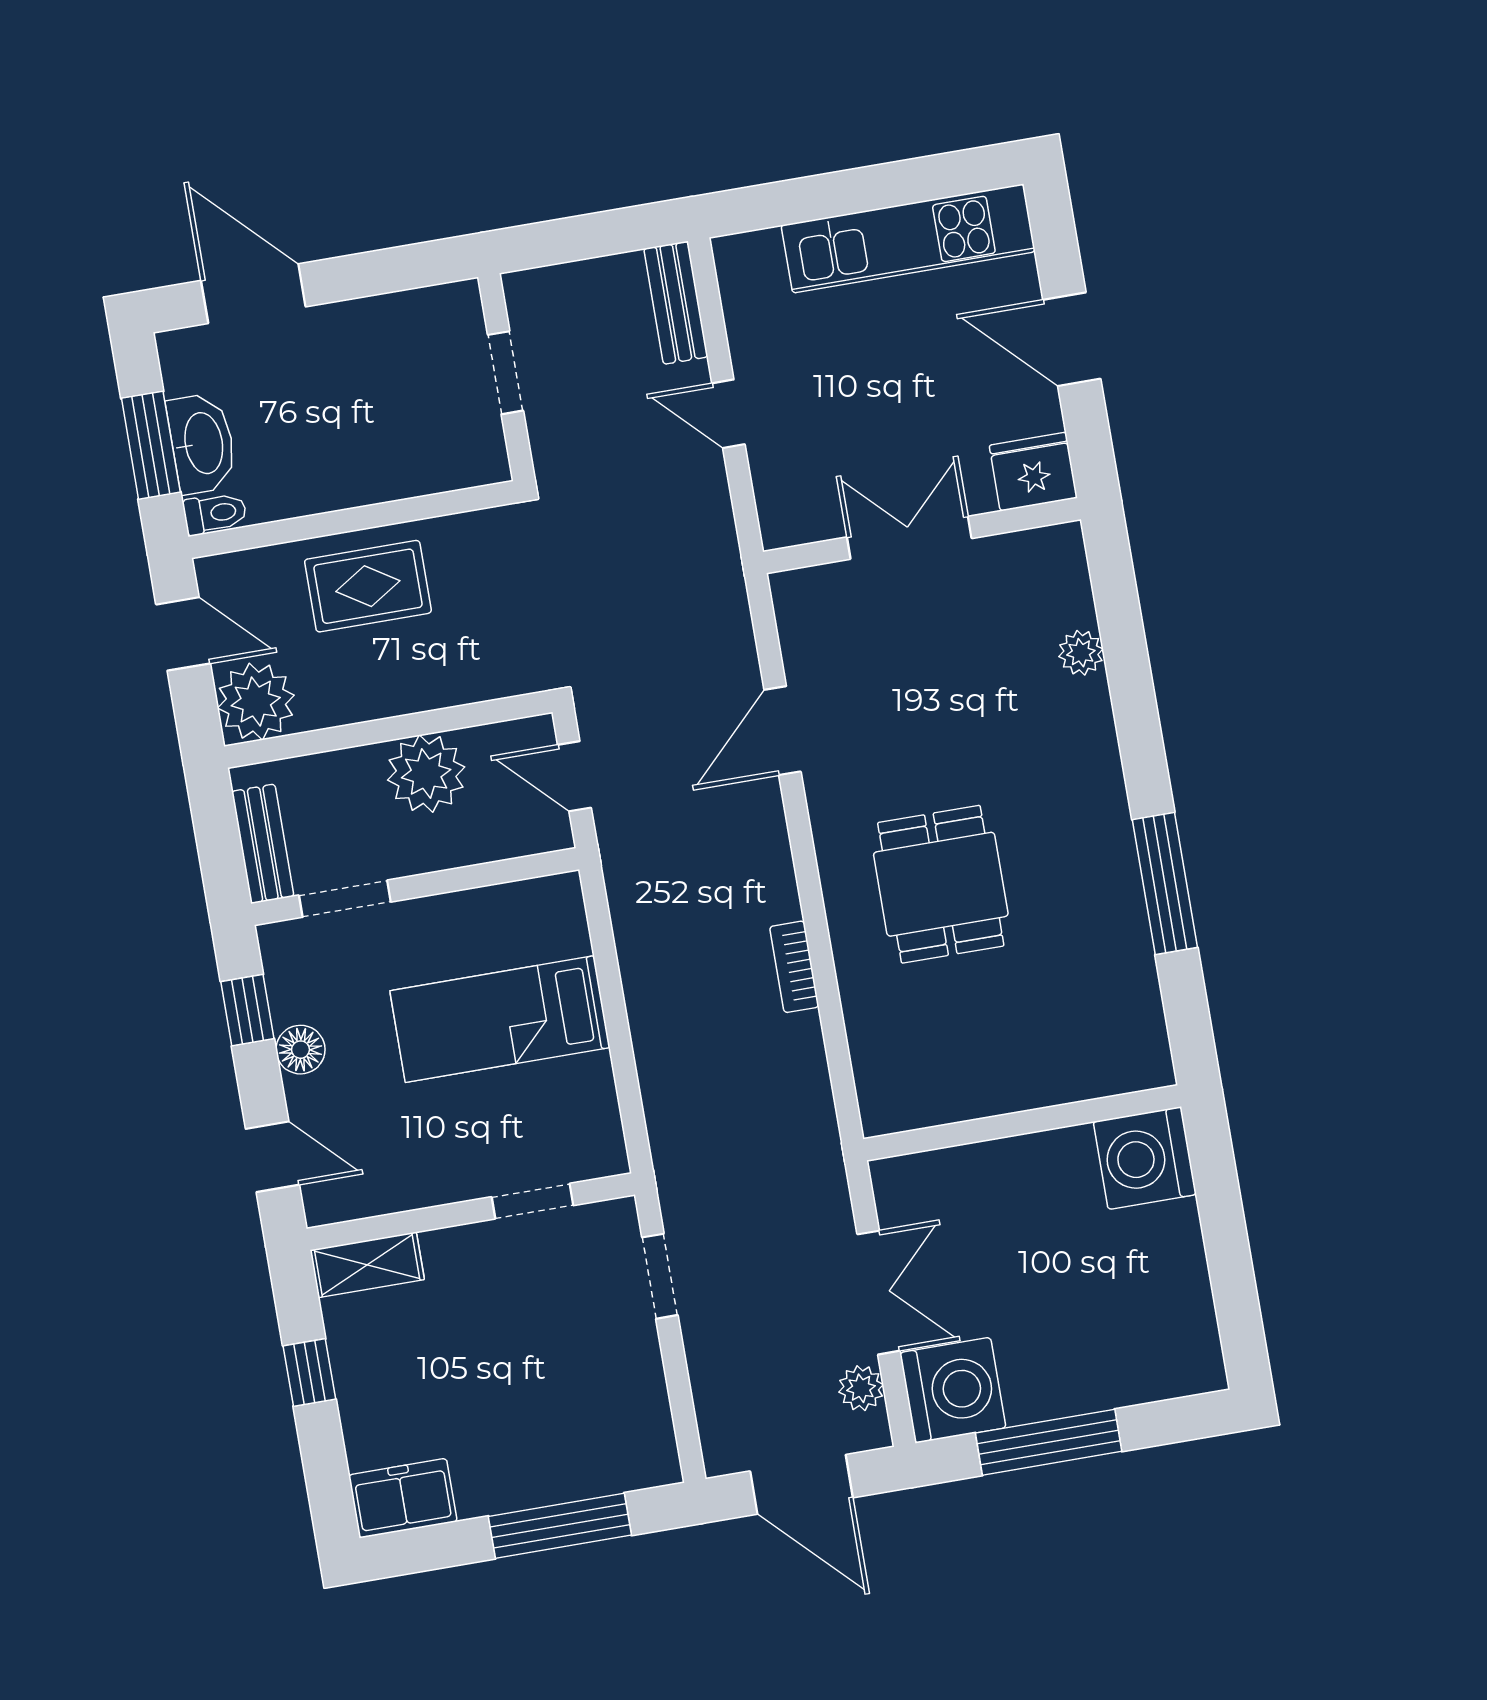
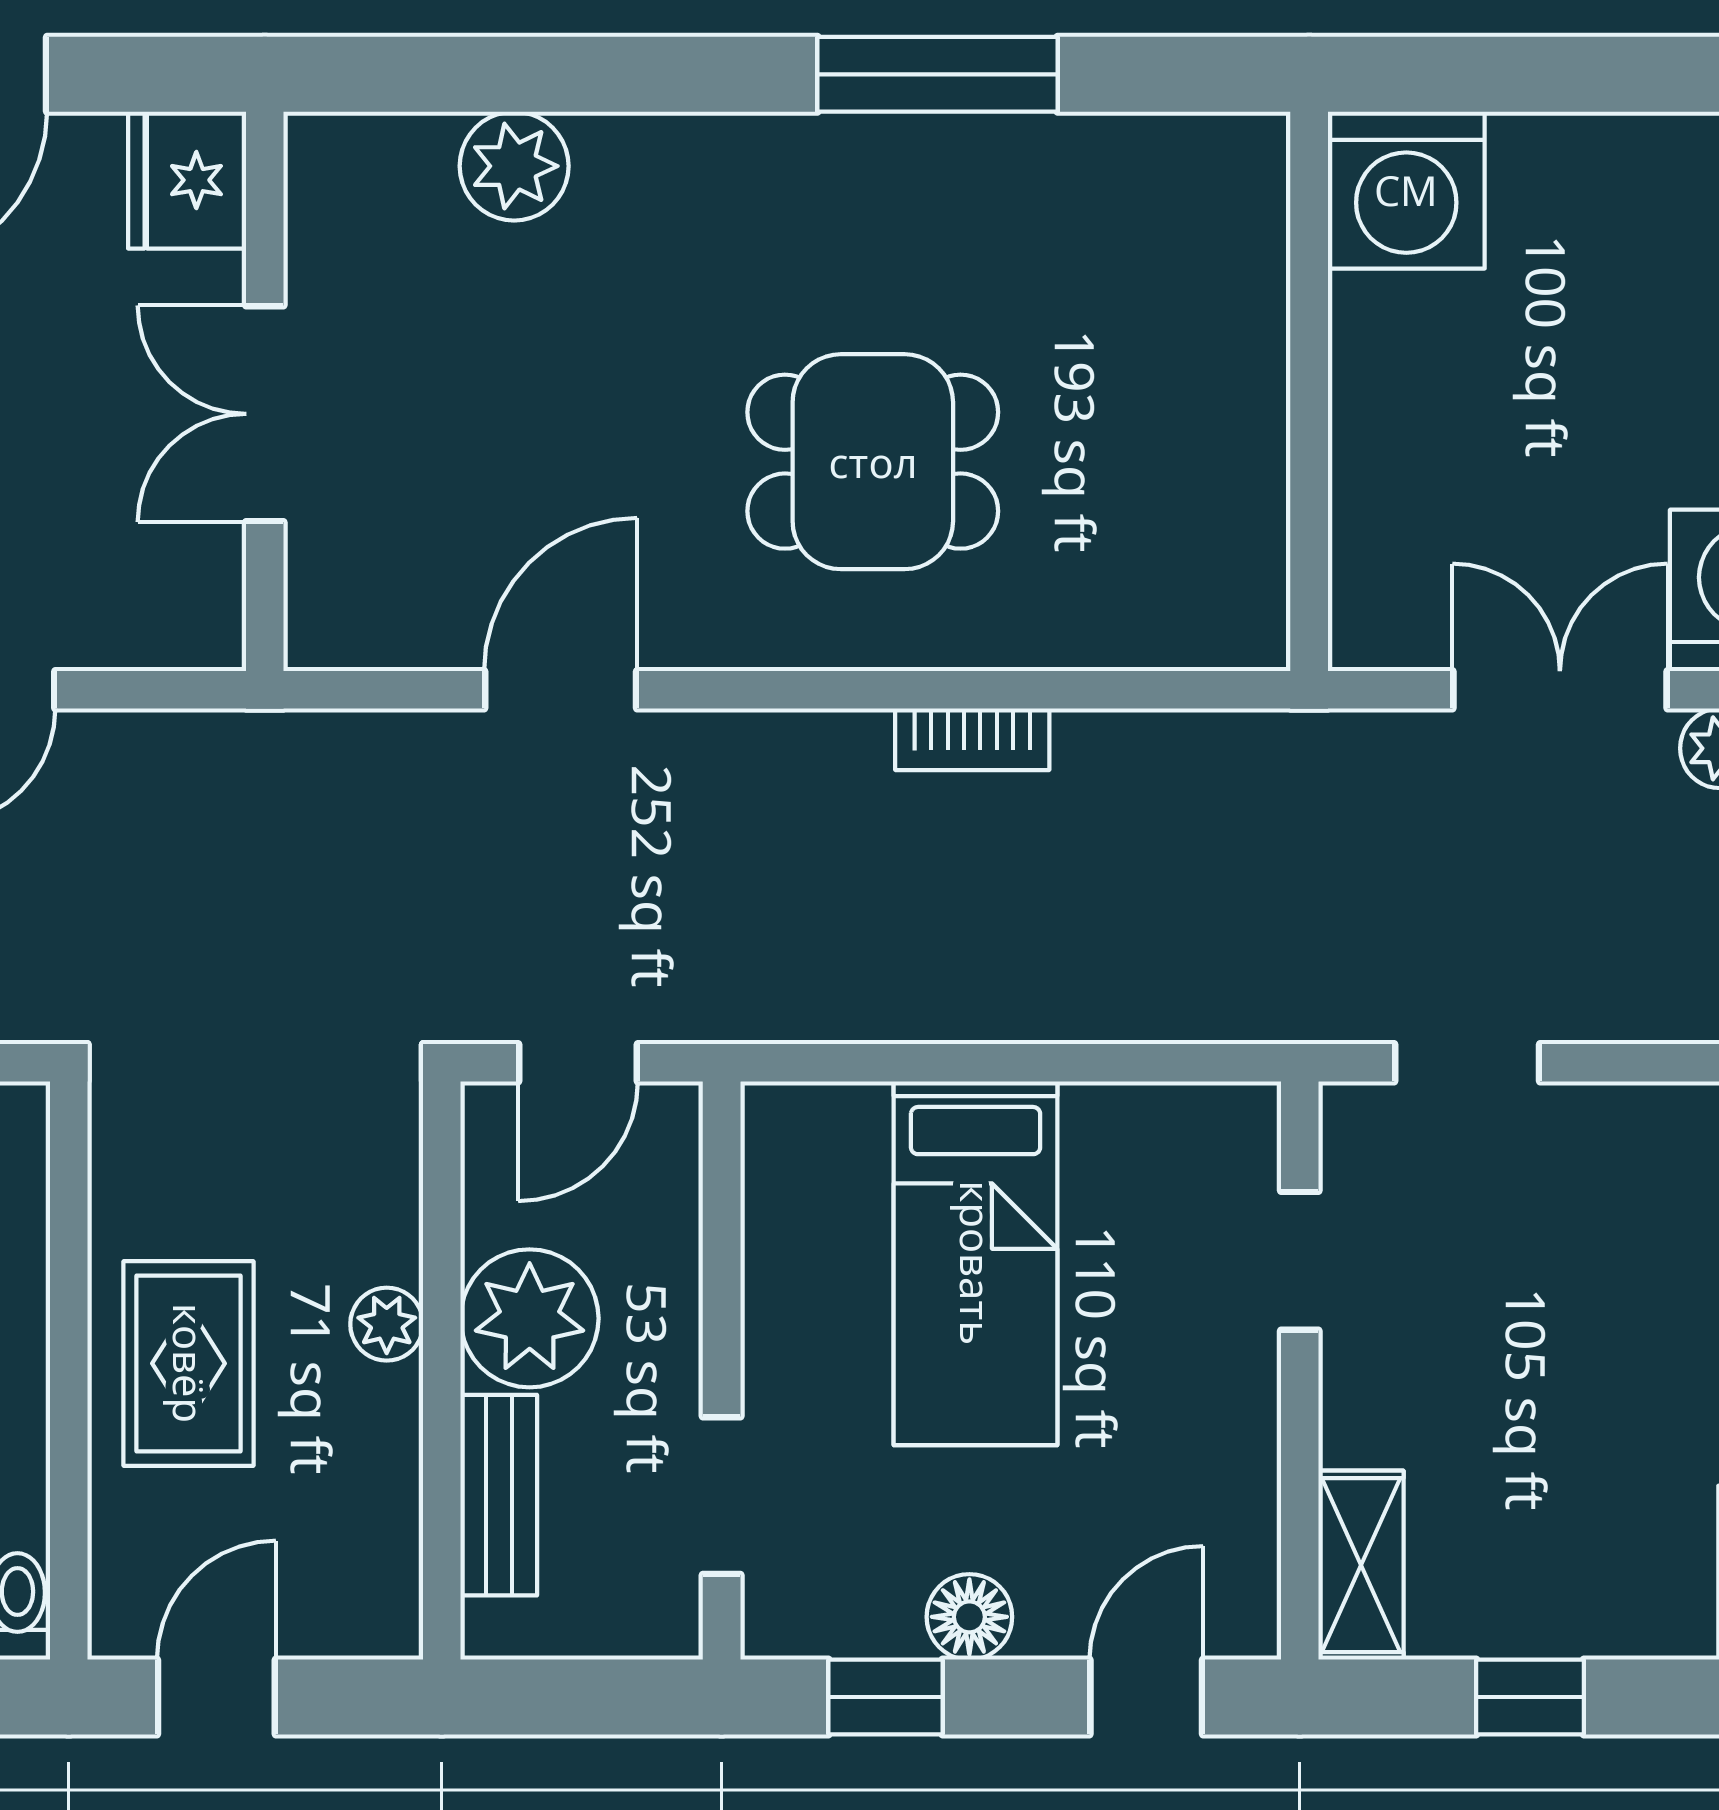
plant: (1081, 653) -> (514, 166), width x1.38, depth x1.38
plant: (256, 702) -> (387, 1324), moved, width x0.53, depth x0.53
door: (783, 731) -> (561, 690), swing flipped
bench: (263, 844) -> (499, 1495), moved, turned 90

